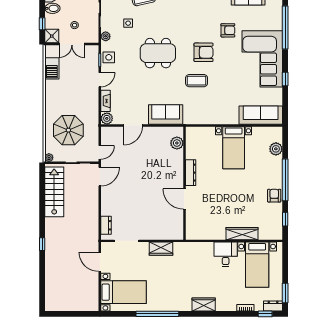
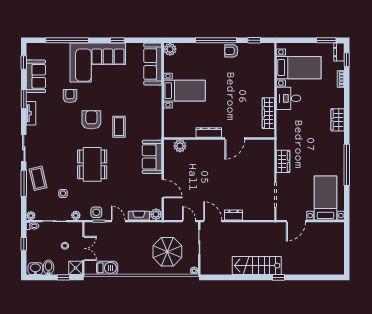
plant: (276, 149) -> (170, 49), moved
stairs: (54, 192) -> (257, 266), moved
dresser: (106, 225) -> (233, 215), moved
wardrobe: (242, 234) -> (268, 113), moved

